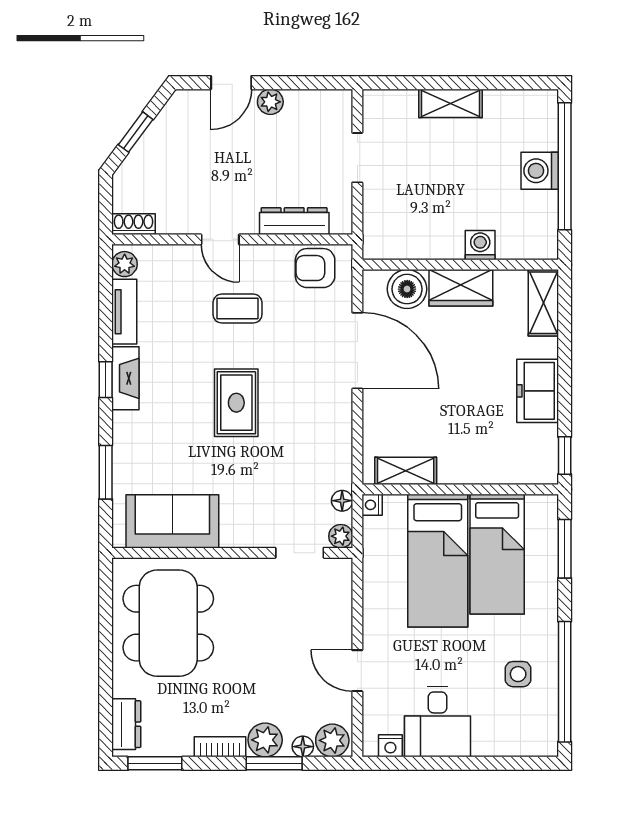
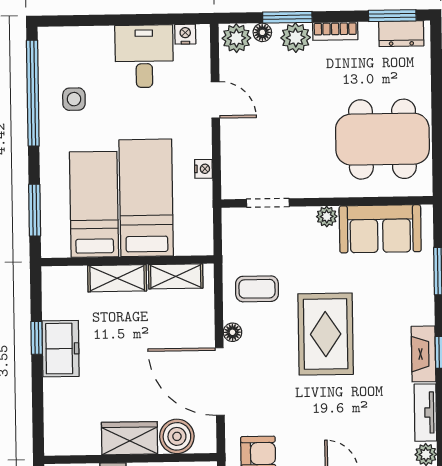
shelving: (543, 303) -> (117, 278), moved, turned 90
coffee table: (237, 309) -> (257, 289), moved
rug: (236, 403) -> (326, 334), width x1.36, depth x1.43
window: (565, 456) -> (37, 338), moved
floor lamp: (342, 501) -> (232, 332), moved
nightstand: (372, 505) -> (203, 169), moved
plant: (341, 536) -> (327, 216), moved
dining table: (168, 623) -> (382, 139), turned 90
dresser: (126, 724) -> (401, 34), moved, turned -90

